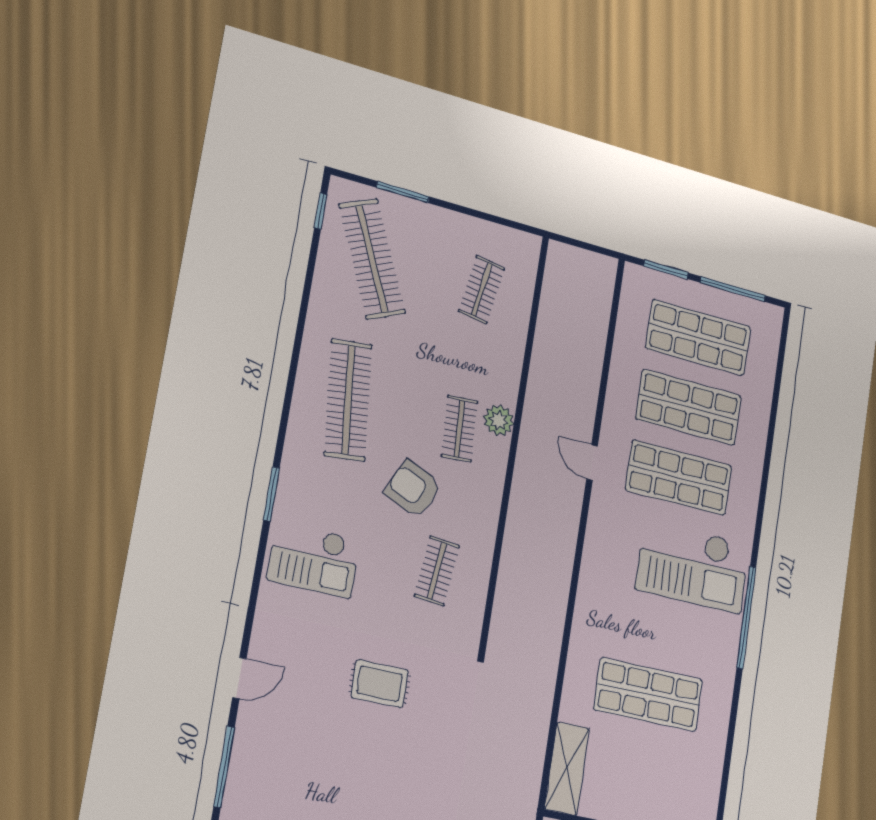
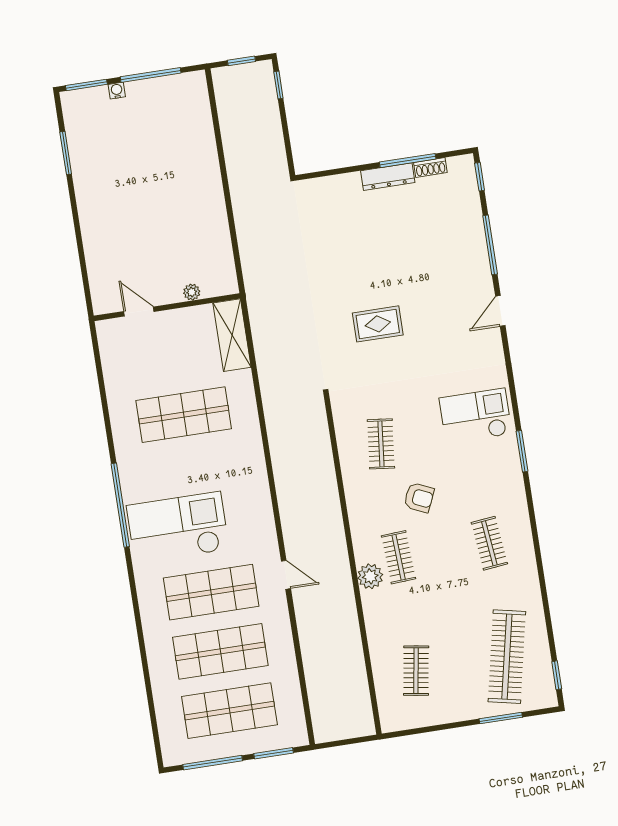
clothes rail: (372, 259) -> (507, 657), turned 36
clothes rail: (348, 400) -> (489, 543), width x0.54, depth x0.76
armchair: (413, 489) -> (419, 498), width x0.72, depth x0.72
rug: (380, 684) -> (378, 324), moved

